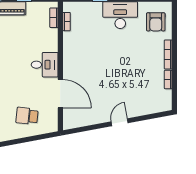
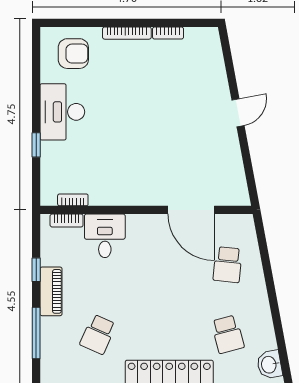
desk: (45, 65) -> (105, 236), moved
door: (60, 94) -> (191, 210), swing flipped
door: (120, 122) -> (238, 113), swing flipped

